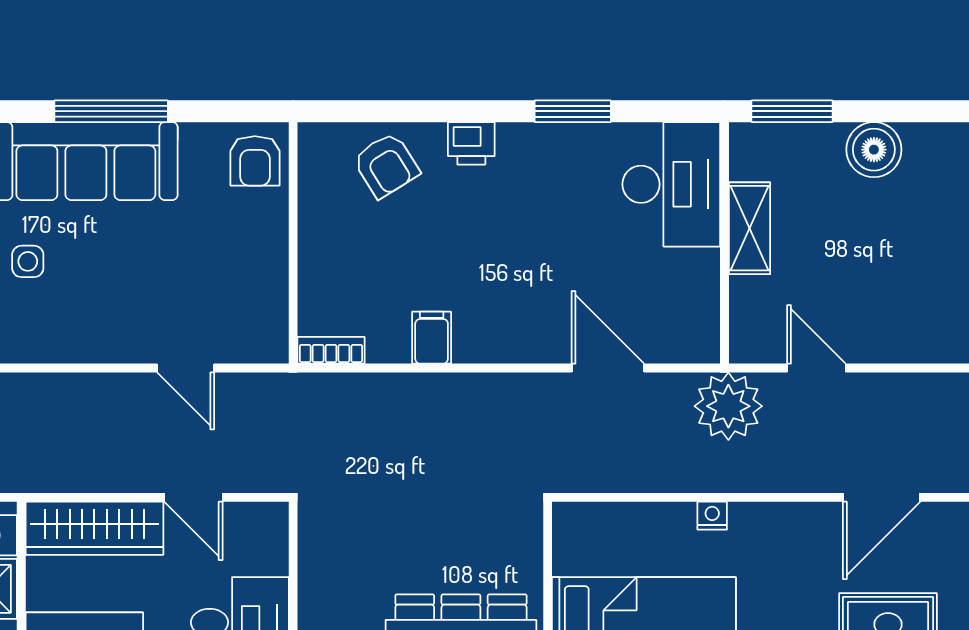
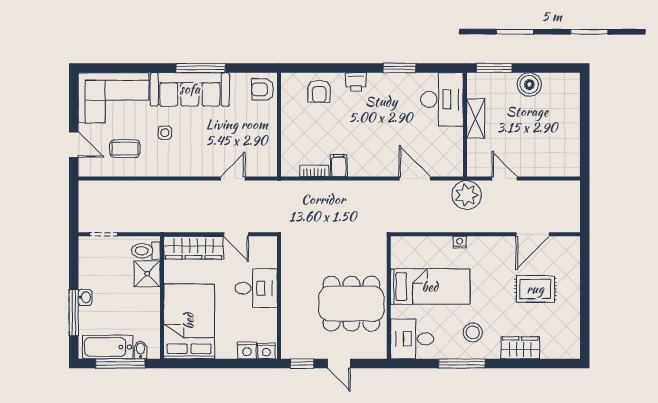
armchair: (255, 161) -> (263, 89), turned 90
armchair: (386, 165) -> (319, 91), turned 32
bookcase: (331, 350) -> (314, 171), moved
door: (186, 368) -> (233, 179), swing flipped

